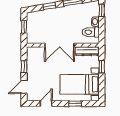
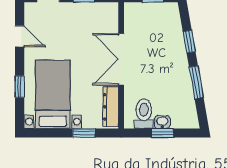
window: (102, 10) -> (162, 133), moved

